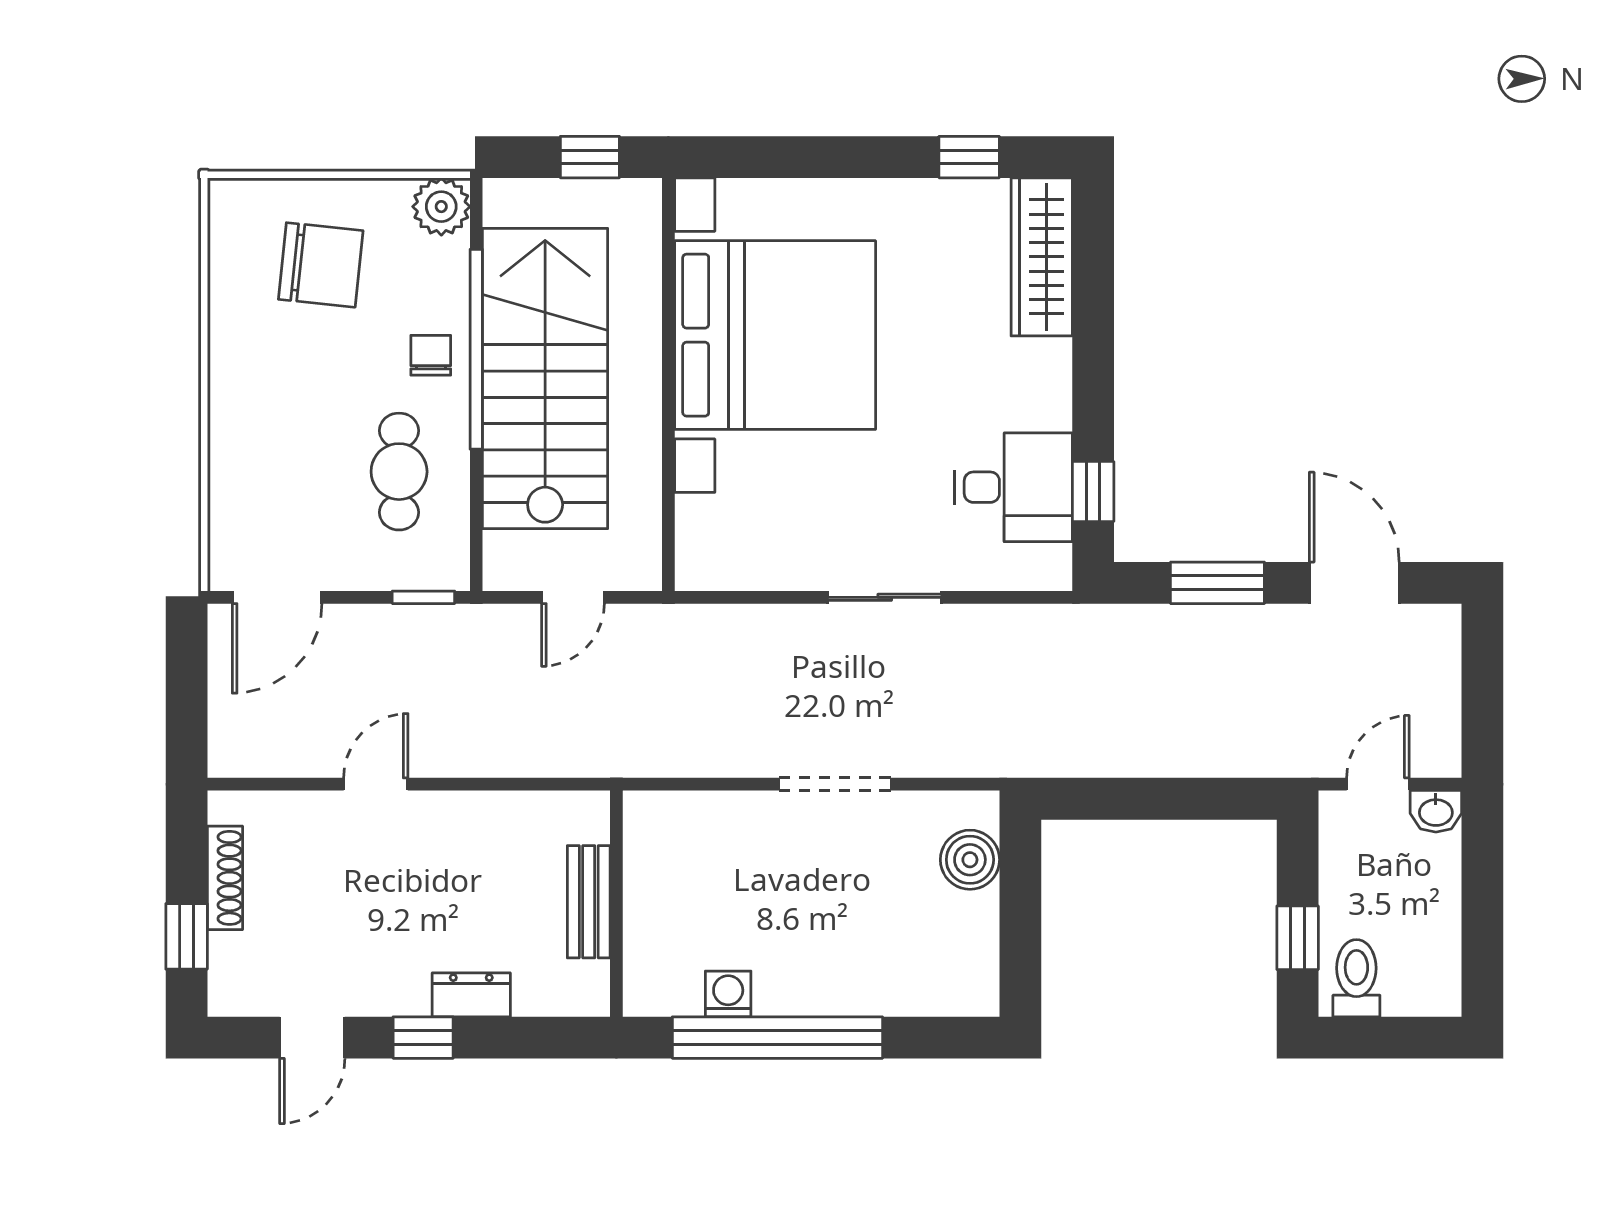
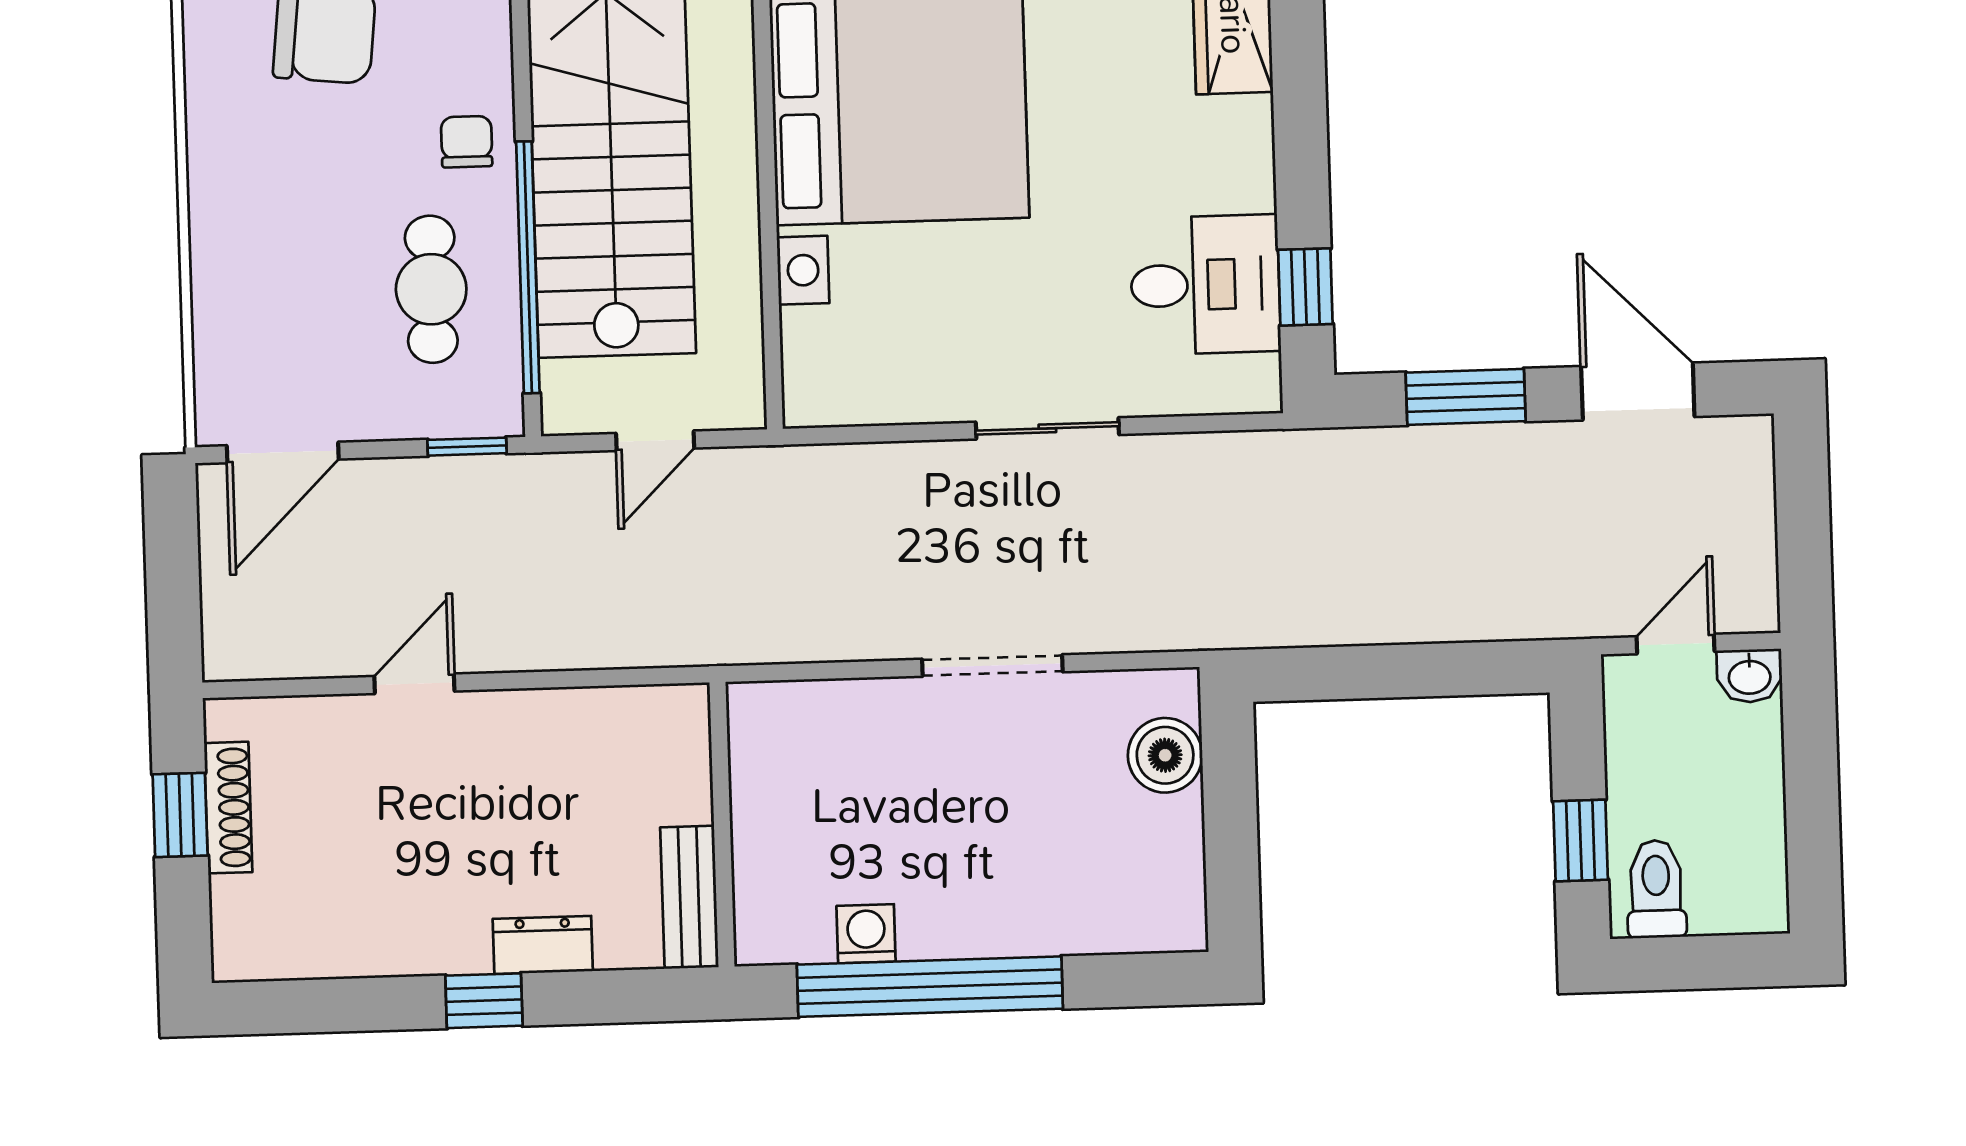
window: (476, 349) -> (528, 267), moved
bench: (589, 902) -> (689, 897), moved
window: (187, 936) -> (180, 815), moved
door: (312, 1038) -> (344, 1005), removed

